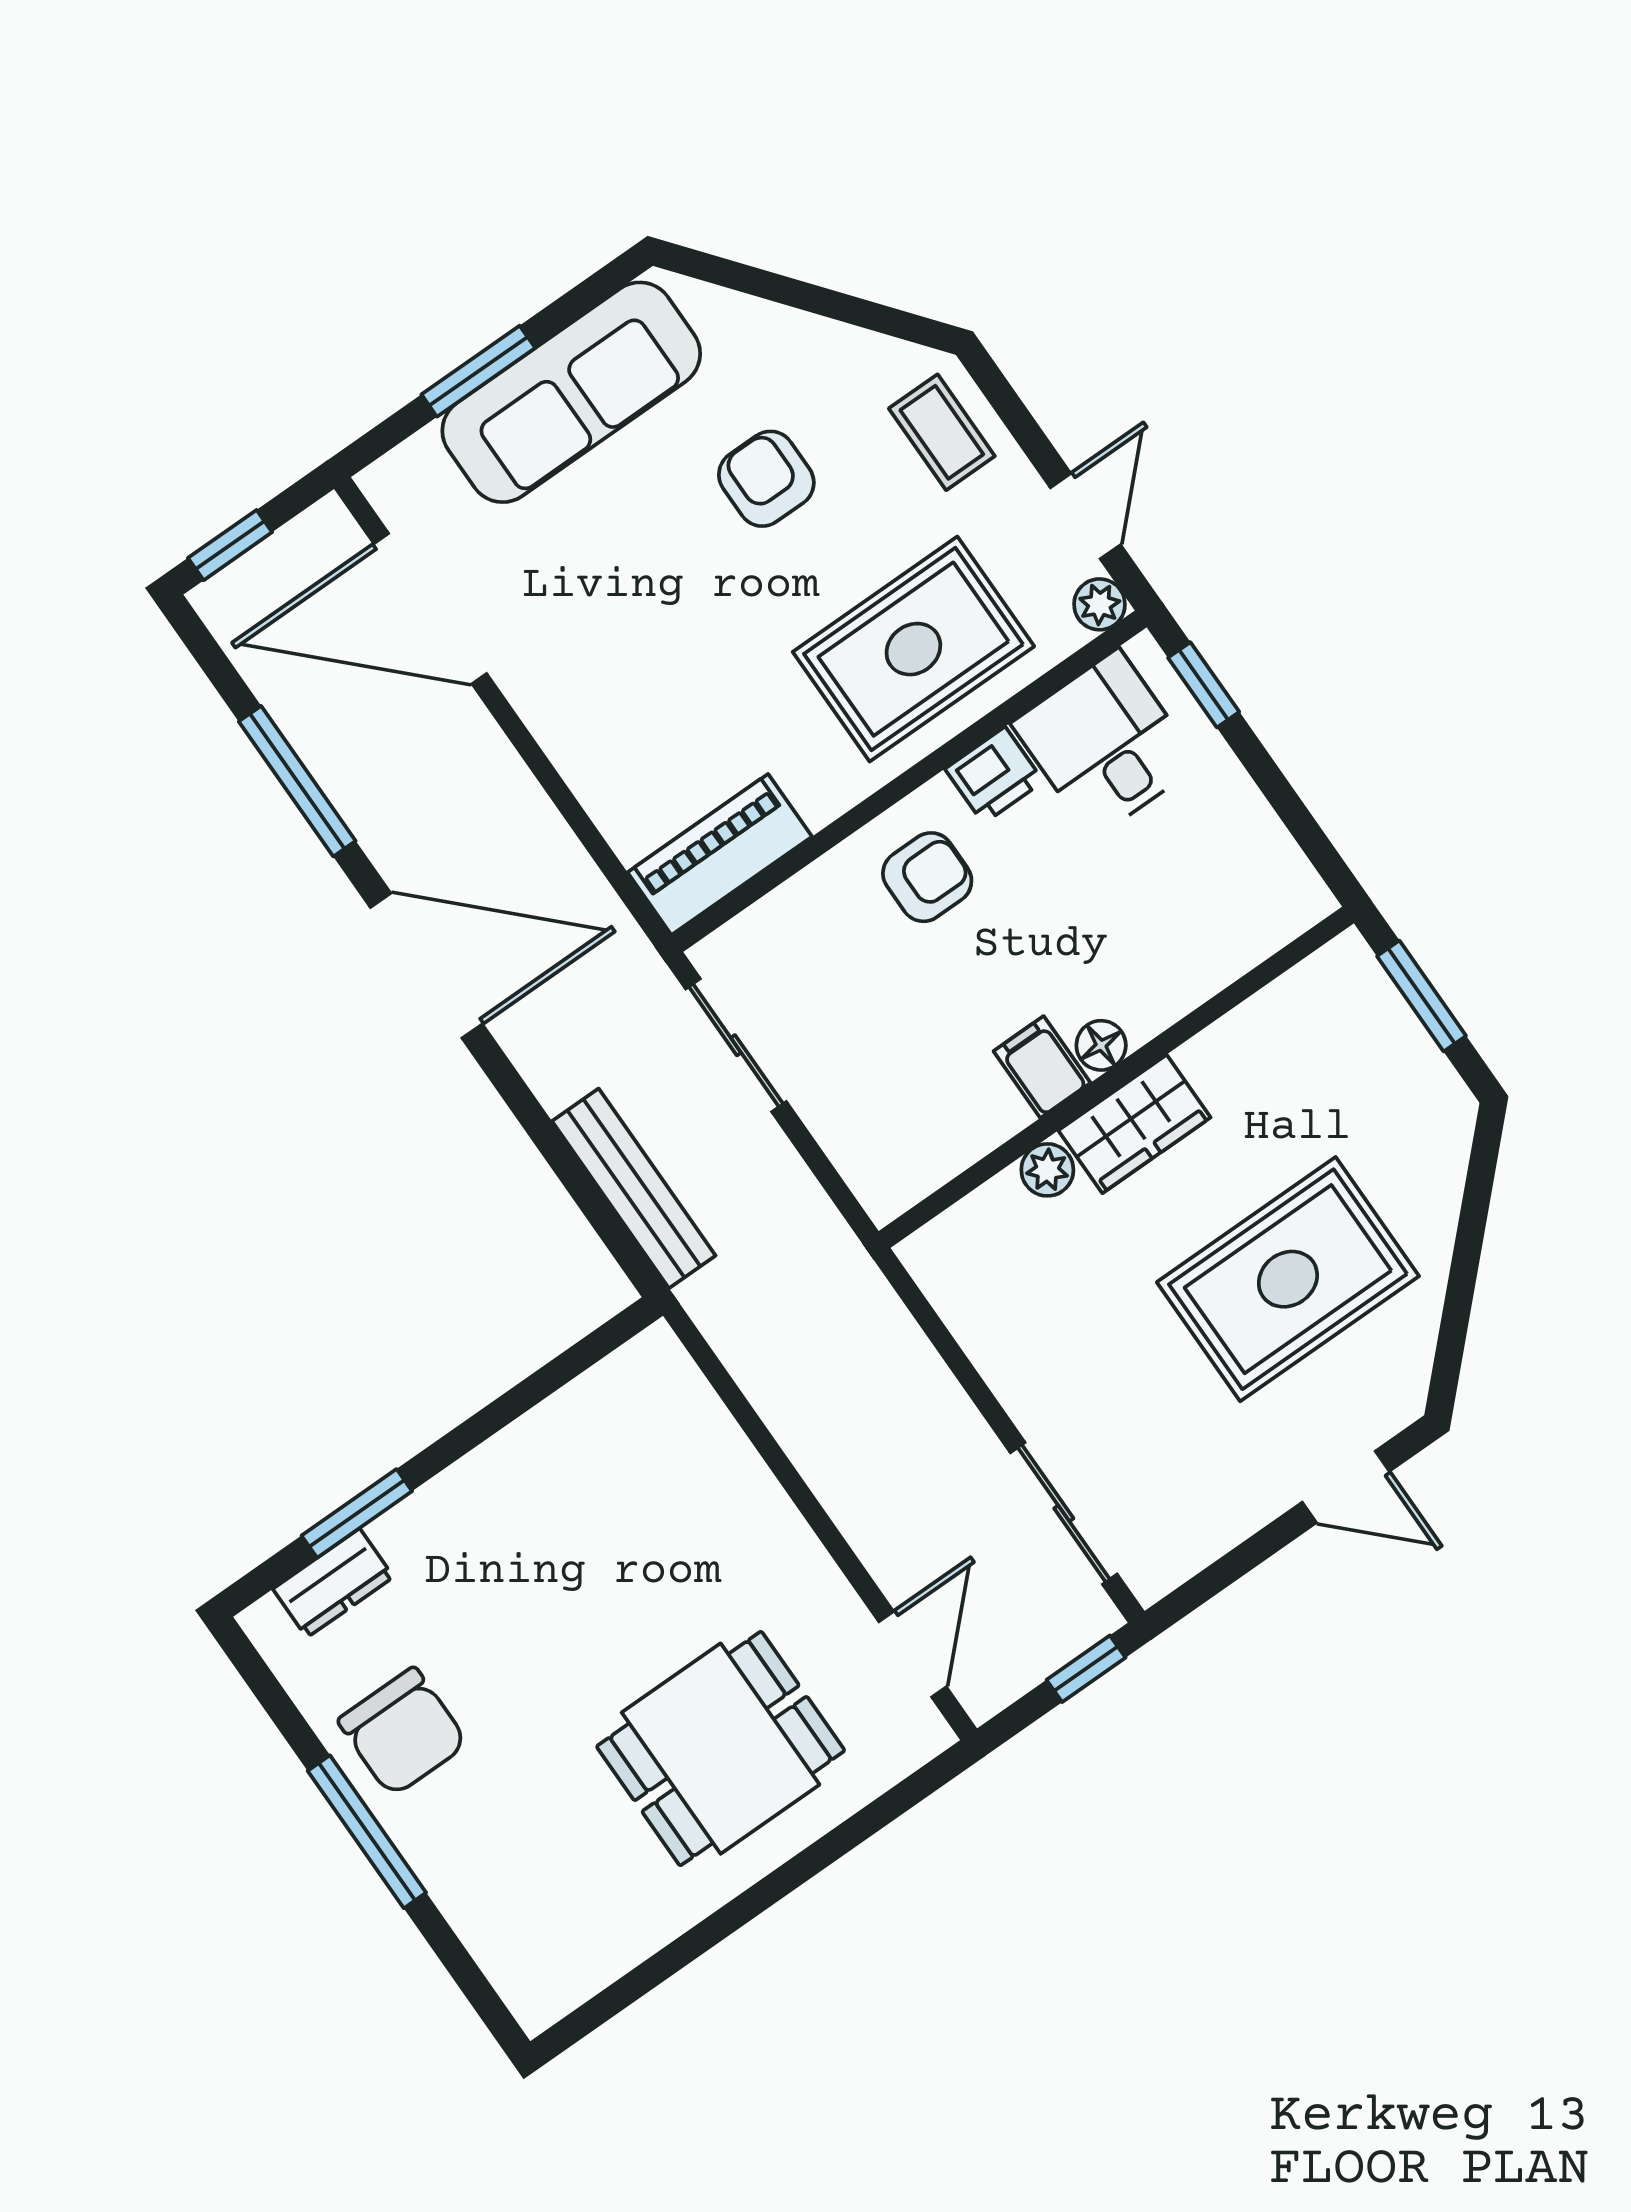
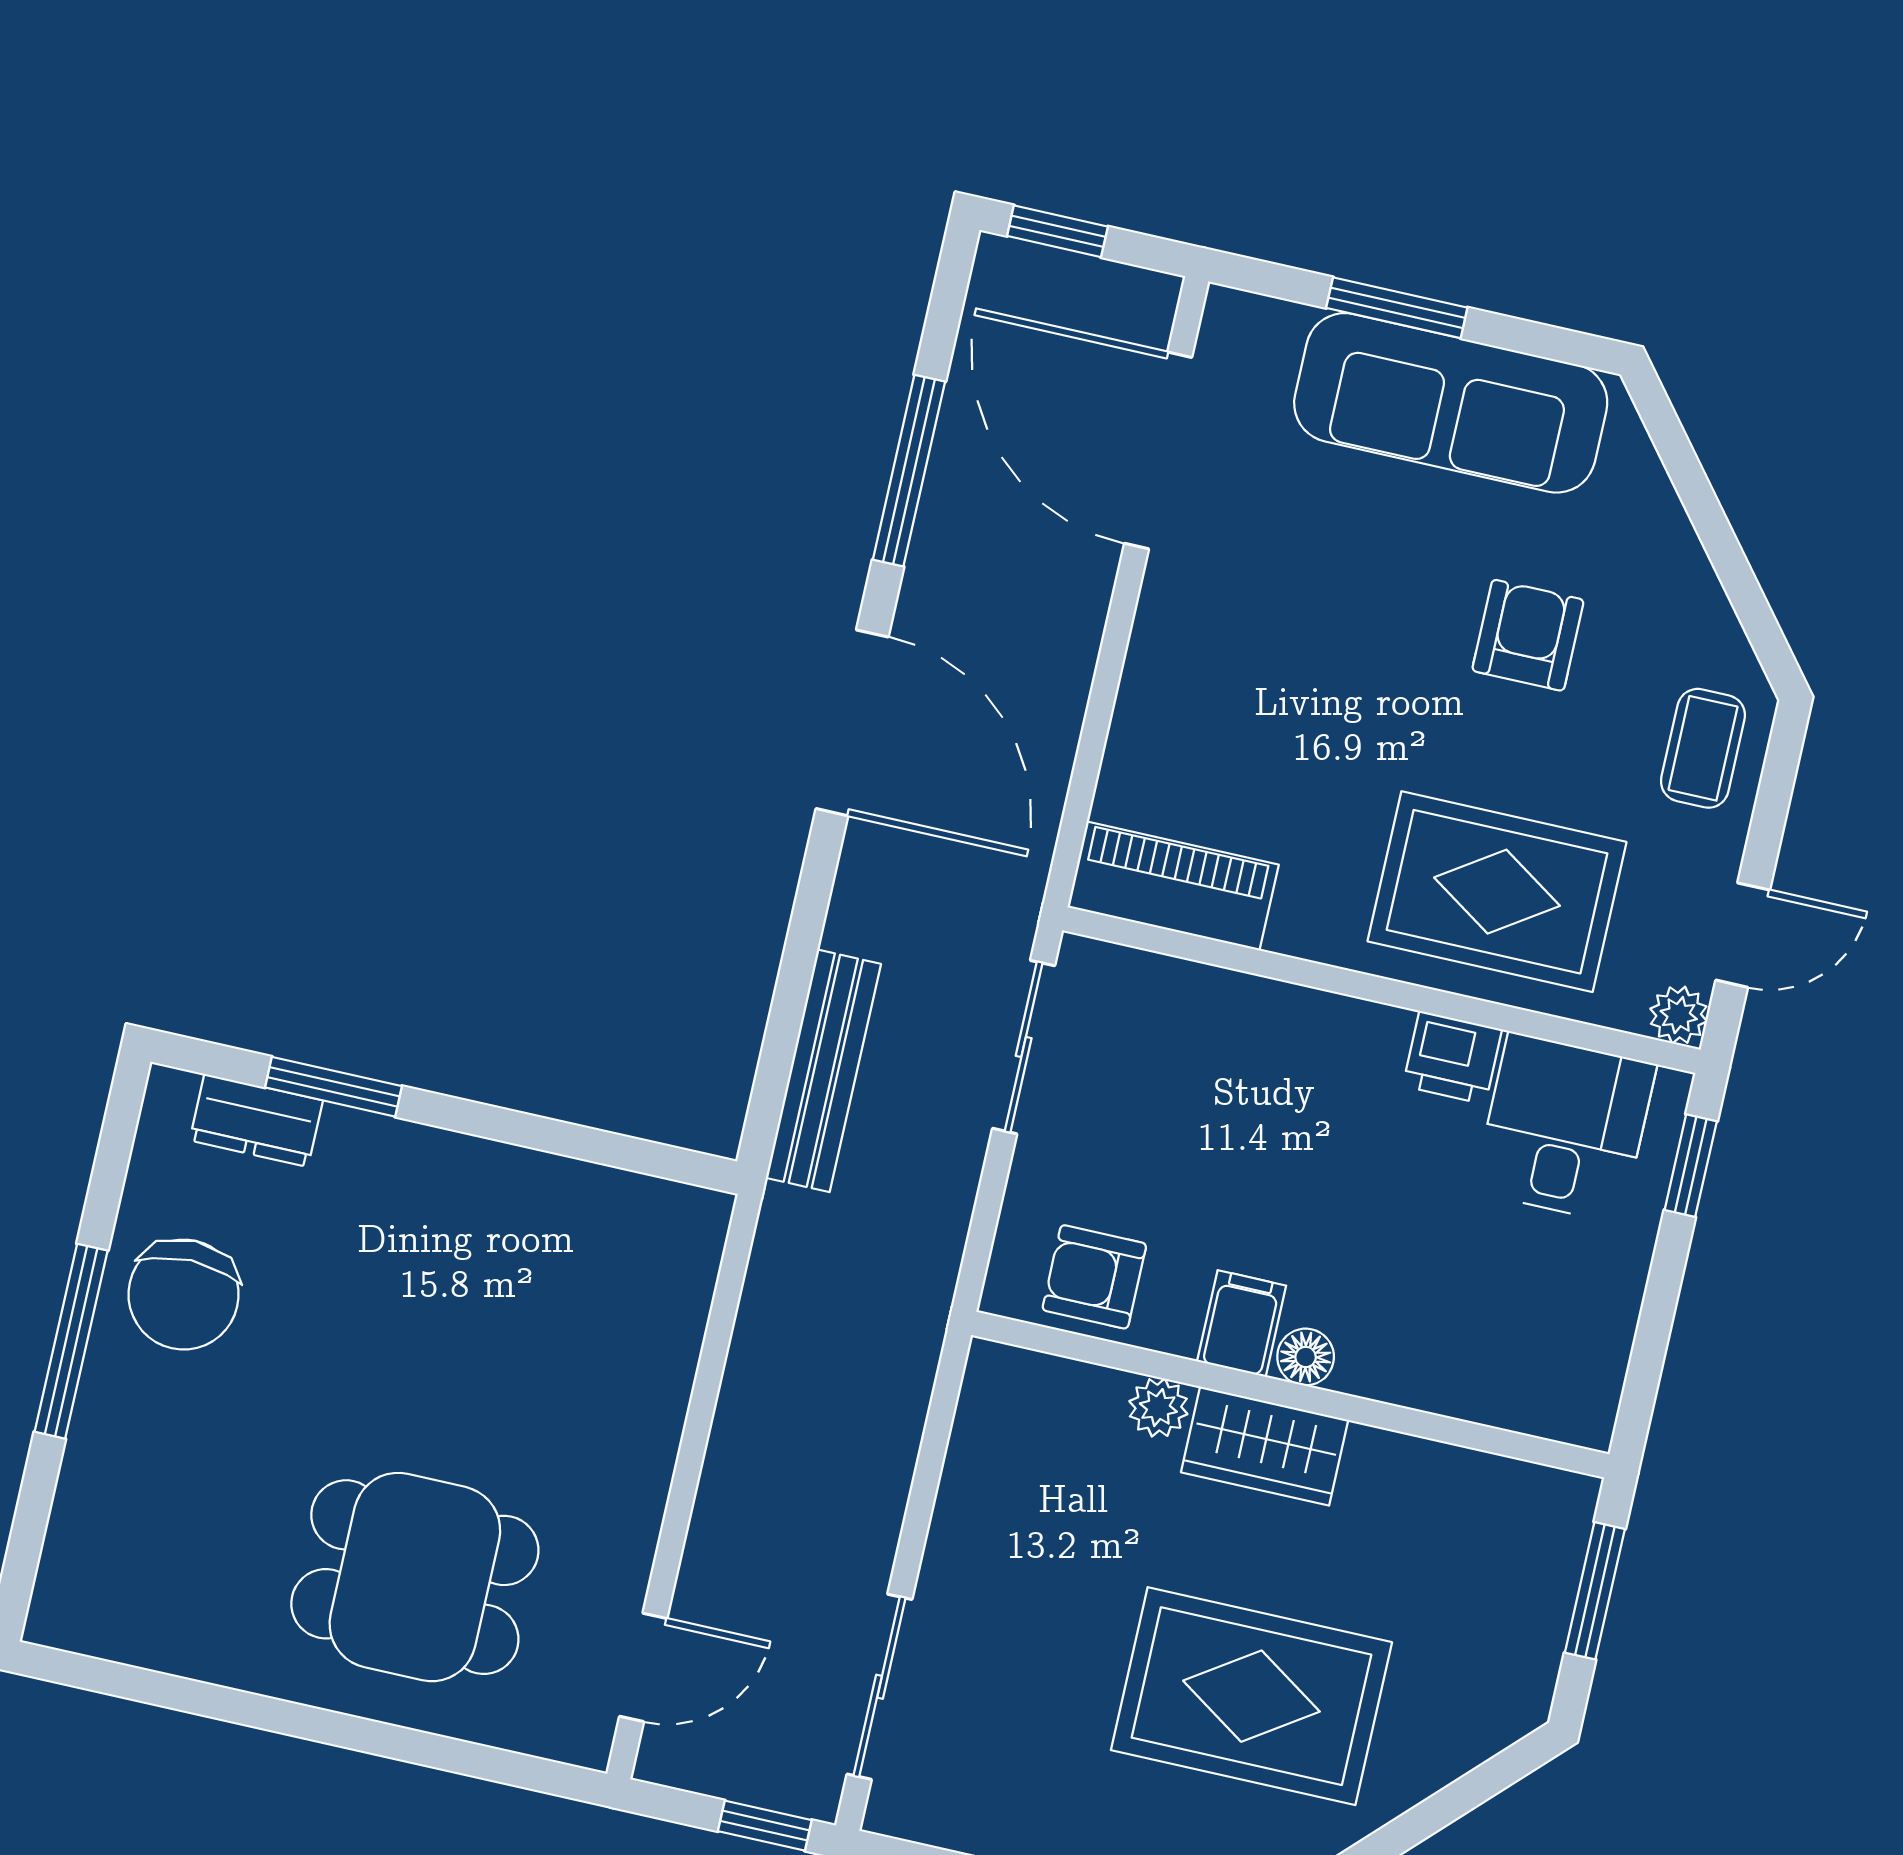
armchair: (927, 877) -> (1094, 1277), moved, turned 180

